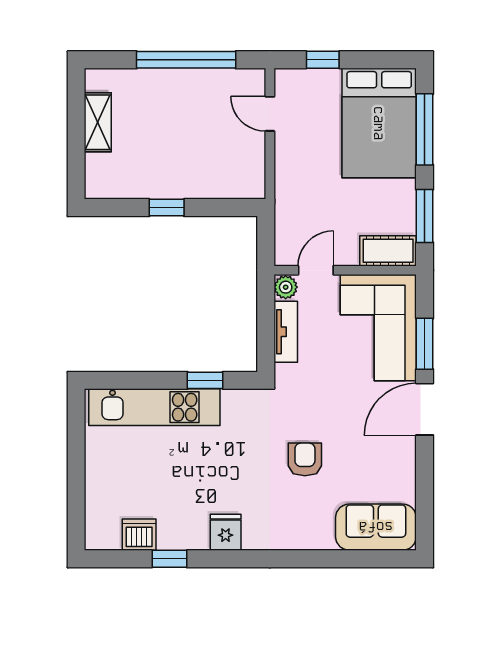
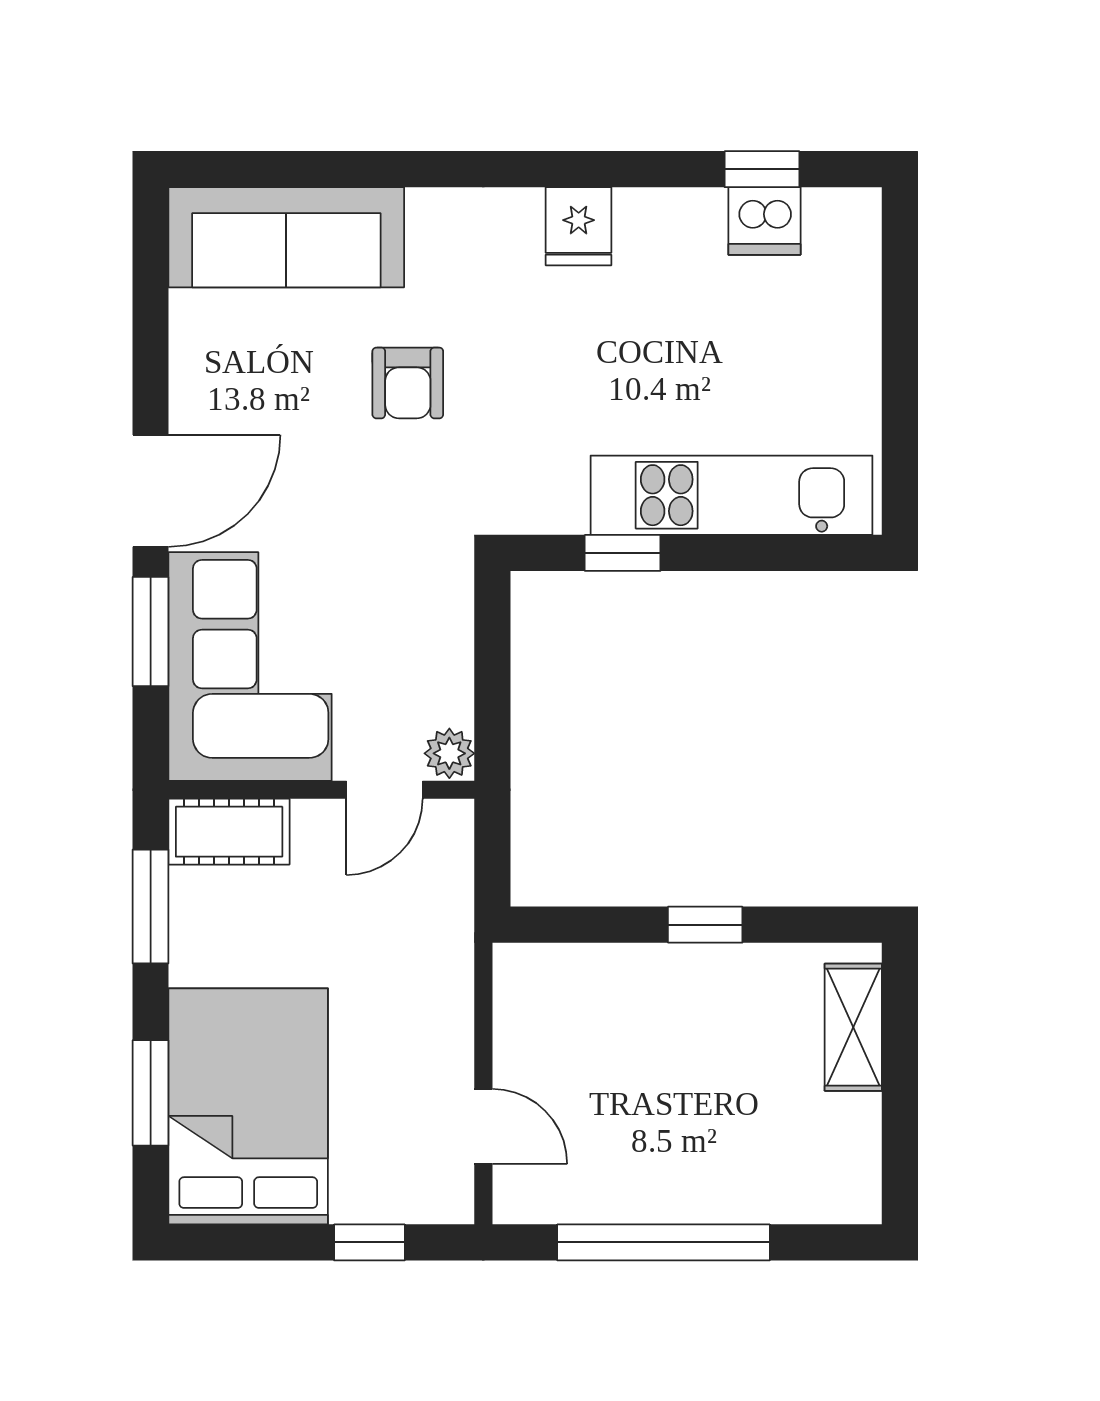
shelving: (98, 122) -> (853, 1027), moved
window: (425, 129) -> (151, 1093), width x0.69
tv unit: (286, 332) -> (449, 658), removed
sofa: (376, 527) -> (286, 237), width x1.36
window: (169, 559) -> (762, 169), moved

